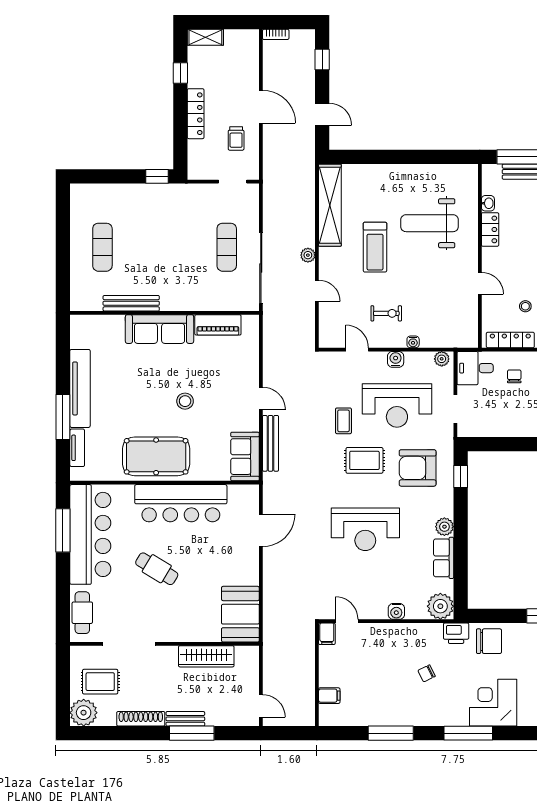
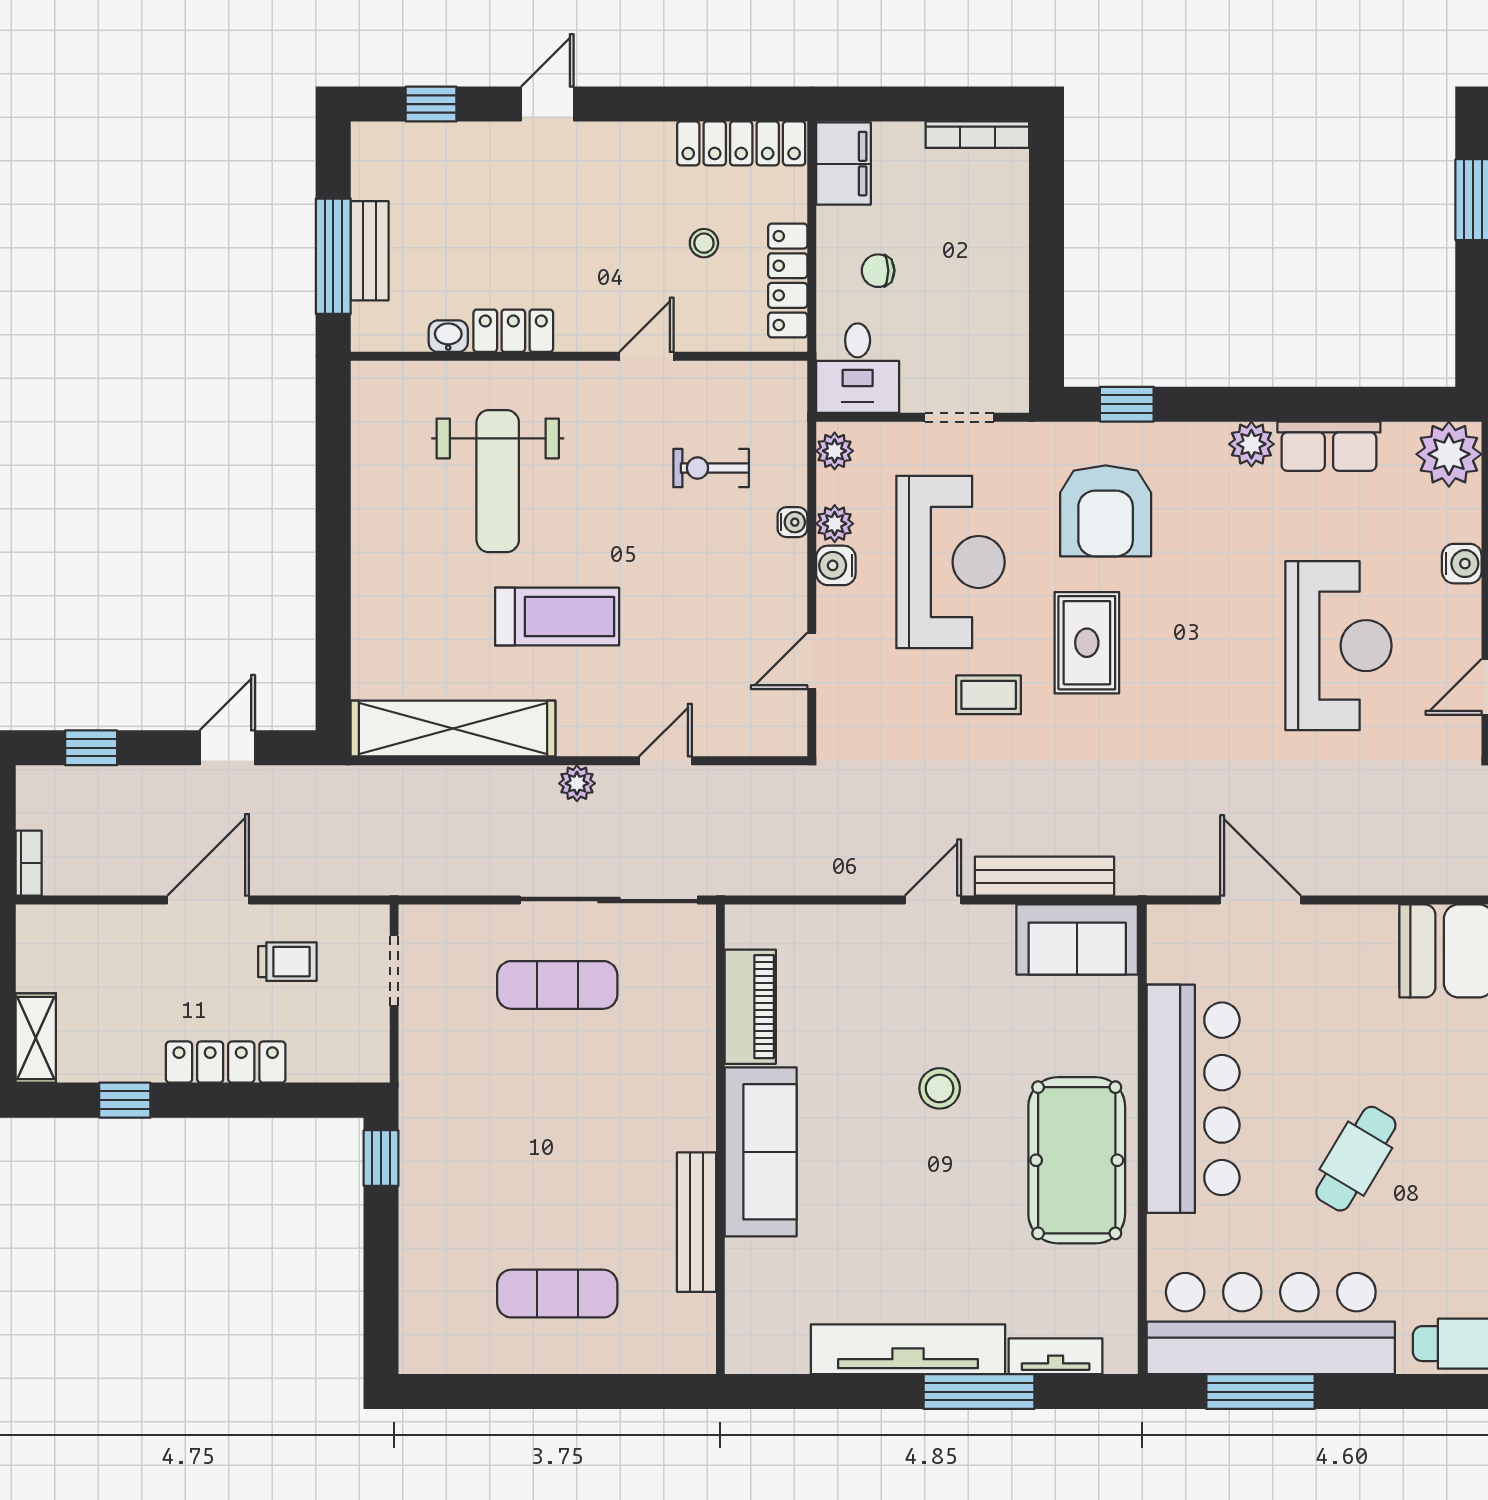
exercise bike: (386, 313) -> (711, 468), moved, turned -90
plant: (412, 359) -> (835, 524), added
reception desk: (365, 529) -> (1338, 646), moved

